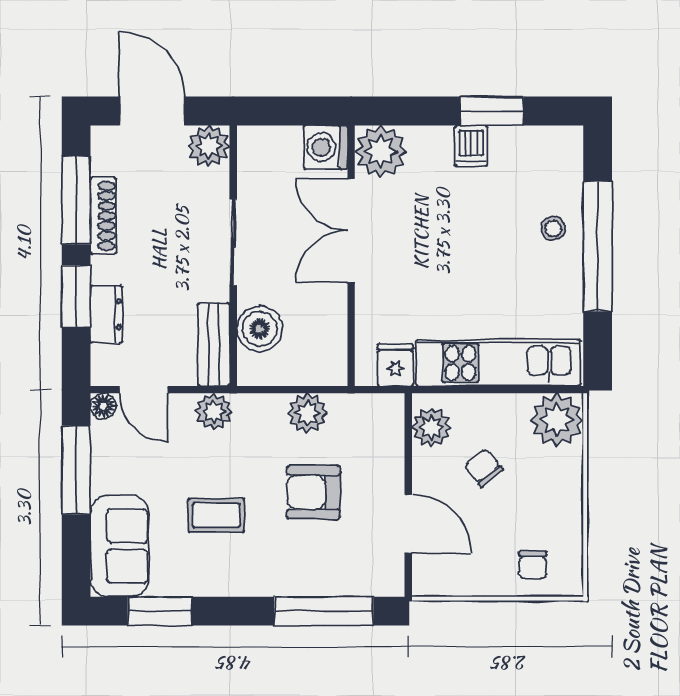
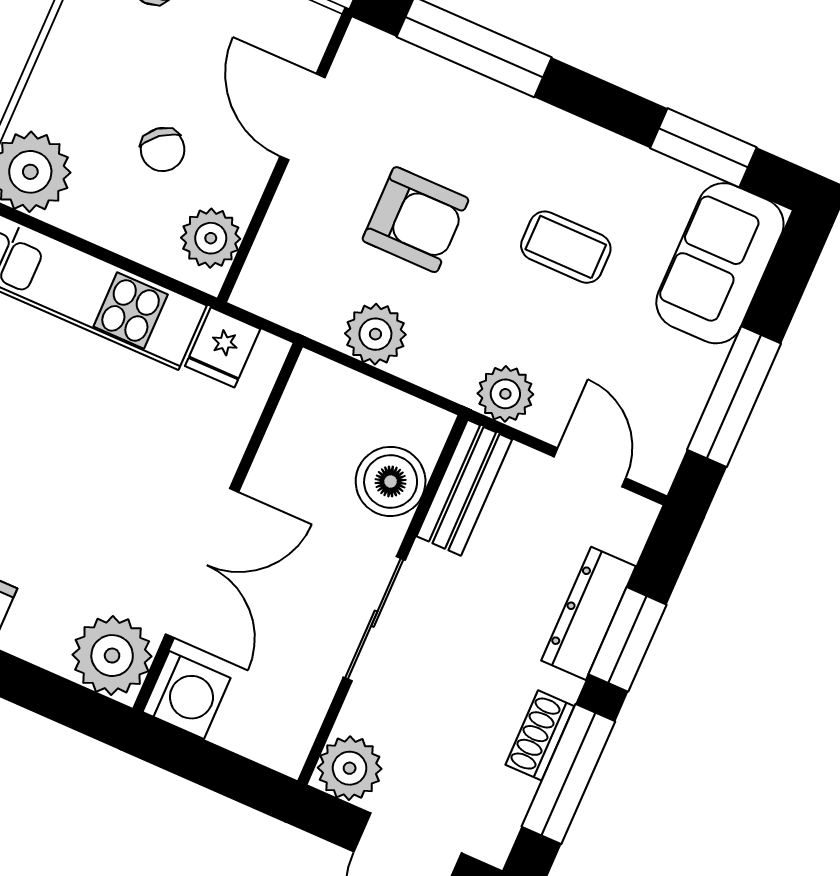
shoe rack: (103, 216) -> (540, 735), width x0.70
dresser: (106, 314) -> (588, 613), width x1.44
floor lamp: (103, 406) -> (657, 469), removed

